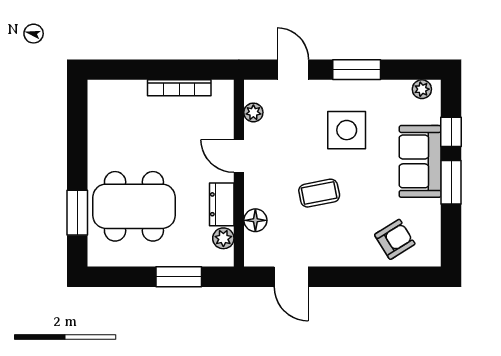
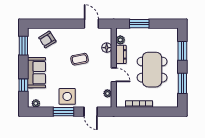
side table: (347, 130) -> (67, 96), moved
window: (77, 136) -> (182, 83), added
window: (451, 182) -> (23, 46), moved
dining table: (134, 206) -> (152, 70), moved, turned 90

